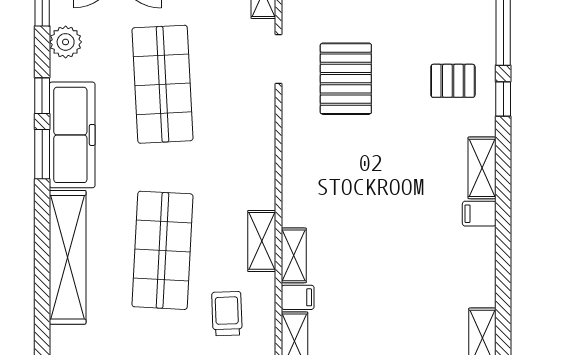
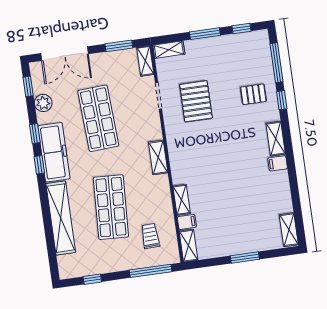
window: (42, 154) -> (39, 165), width x0.67
shelving: (262, 241) -> (158, 157), moved

